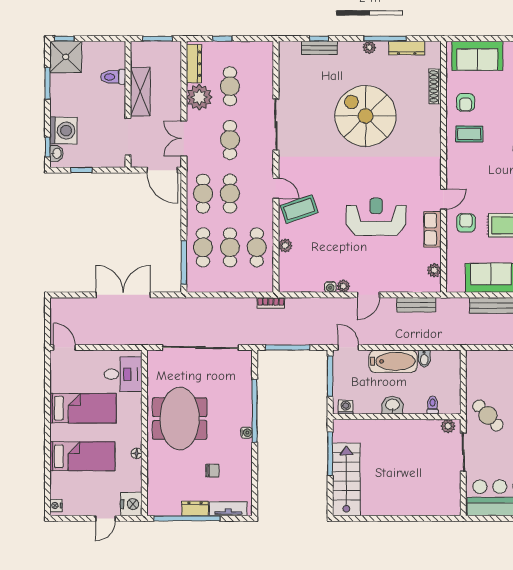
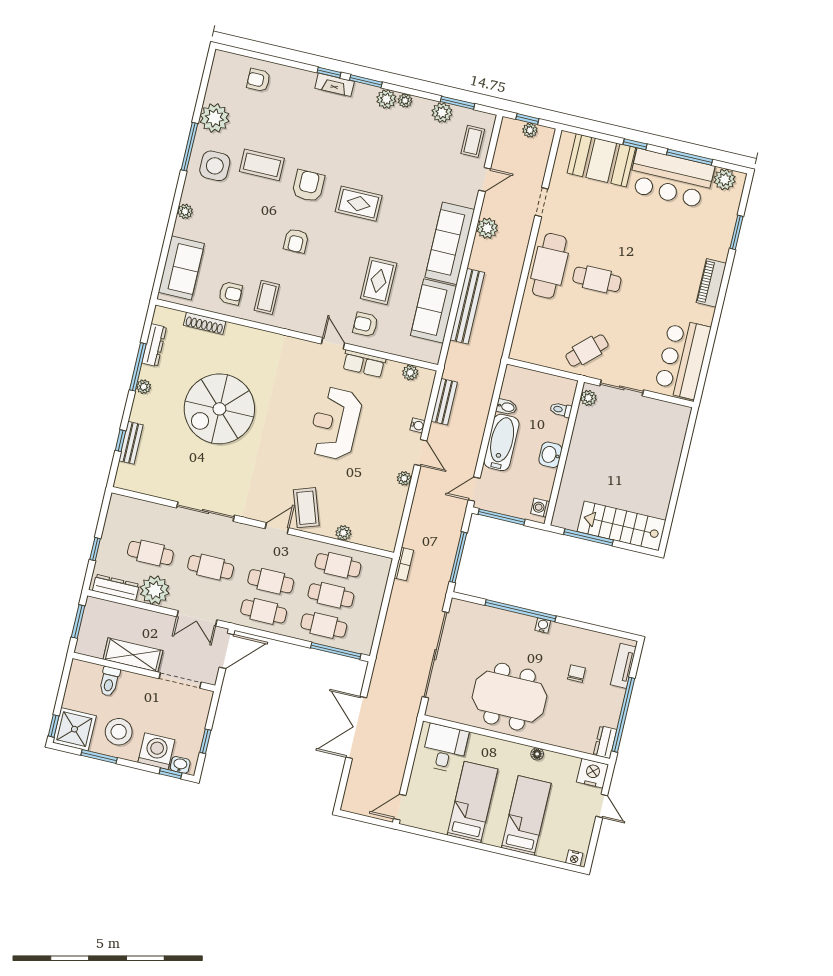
stool: (72, 95) -> (119, 732), added
water cooler: (330, 287) -> (418, 425), moved
dresser: (195, 509) -> (605, 742), moved

